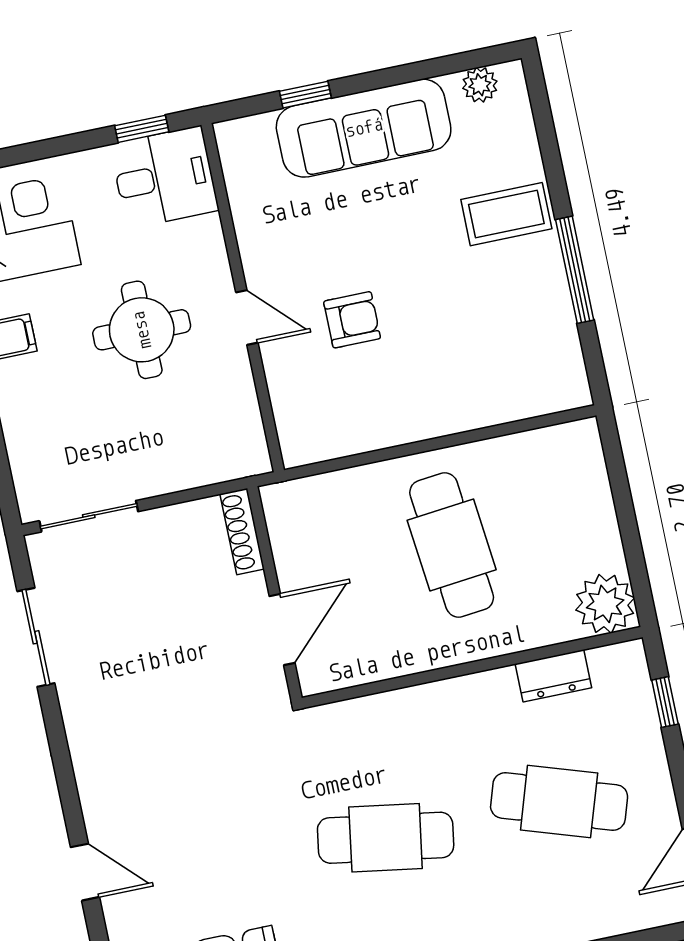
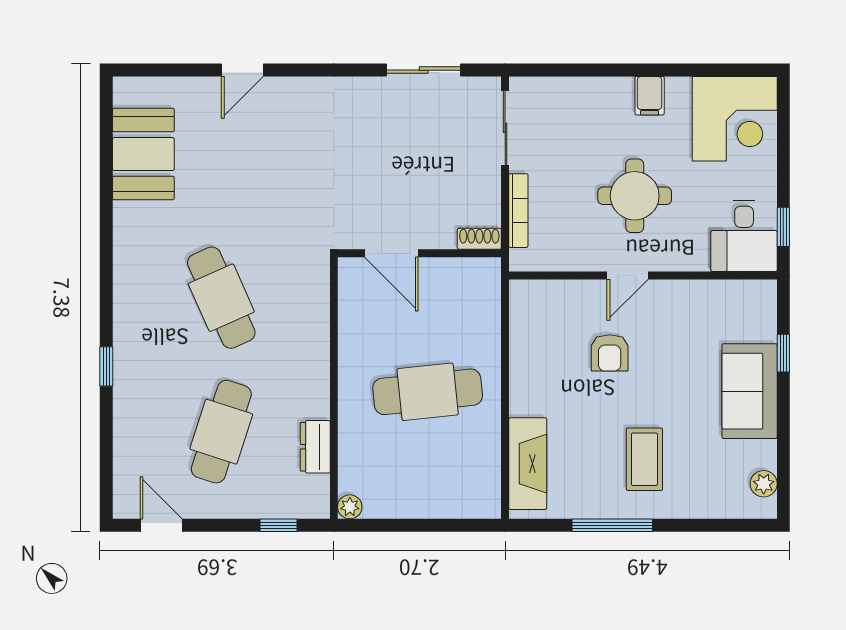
sofa: (364, 128) -> (750, 391), width x0.73
coffee table: (506, 214) -> (644, 459), moved
fireplace: (518, 396) -> (528, 464), added
bookcase: (192, 477) -> (518, 211), added
shoe rack: (242, 532) -> (479, 239), width x0.70
plant: (605, 604) -> (350, 507), width x0.53, depth x0.53
cafe table: (386, 838) -> (221, 298), turned -33

